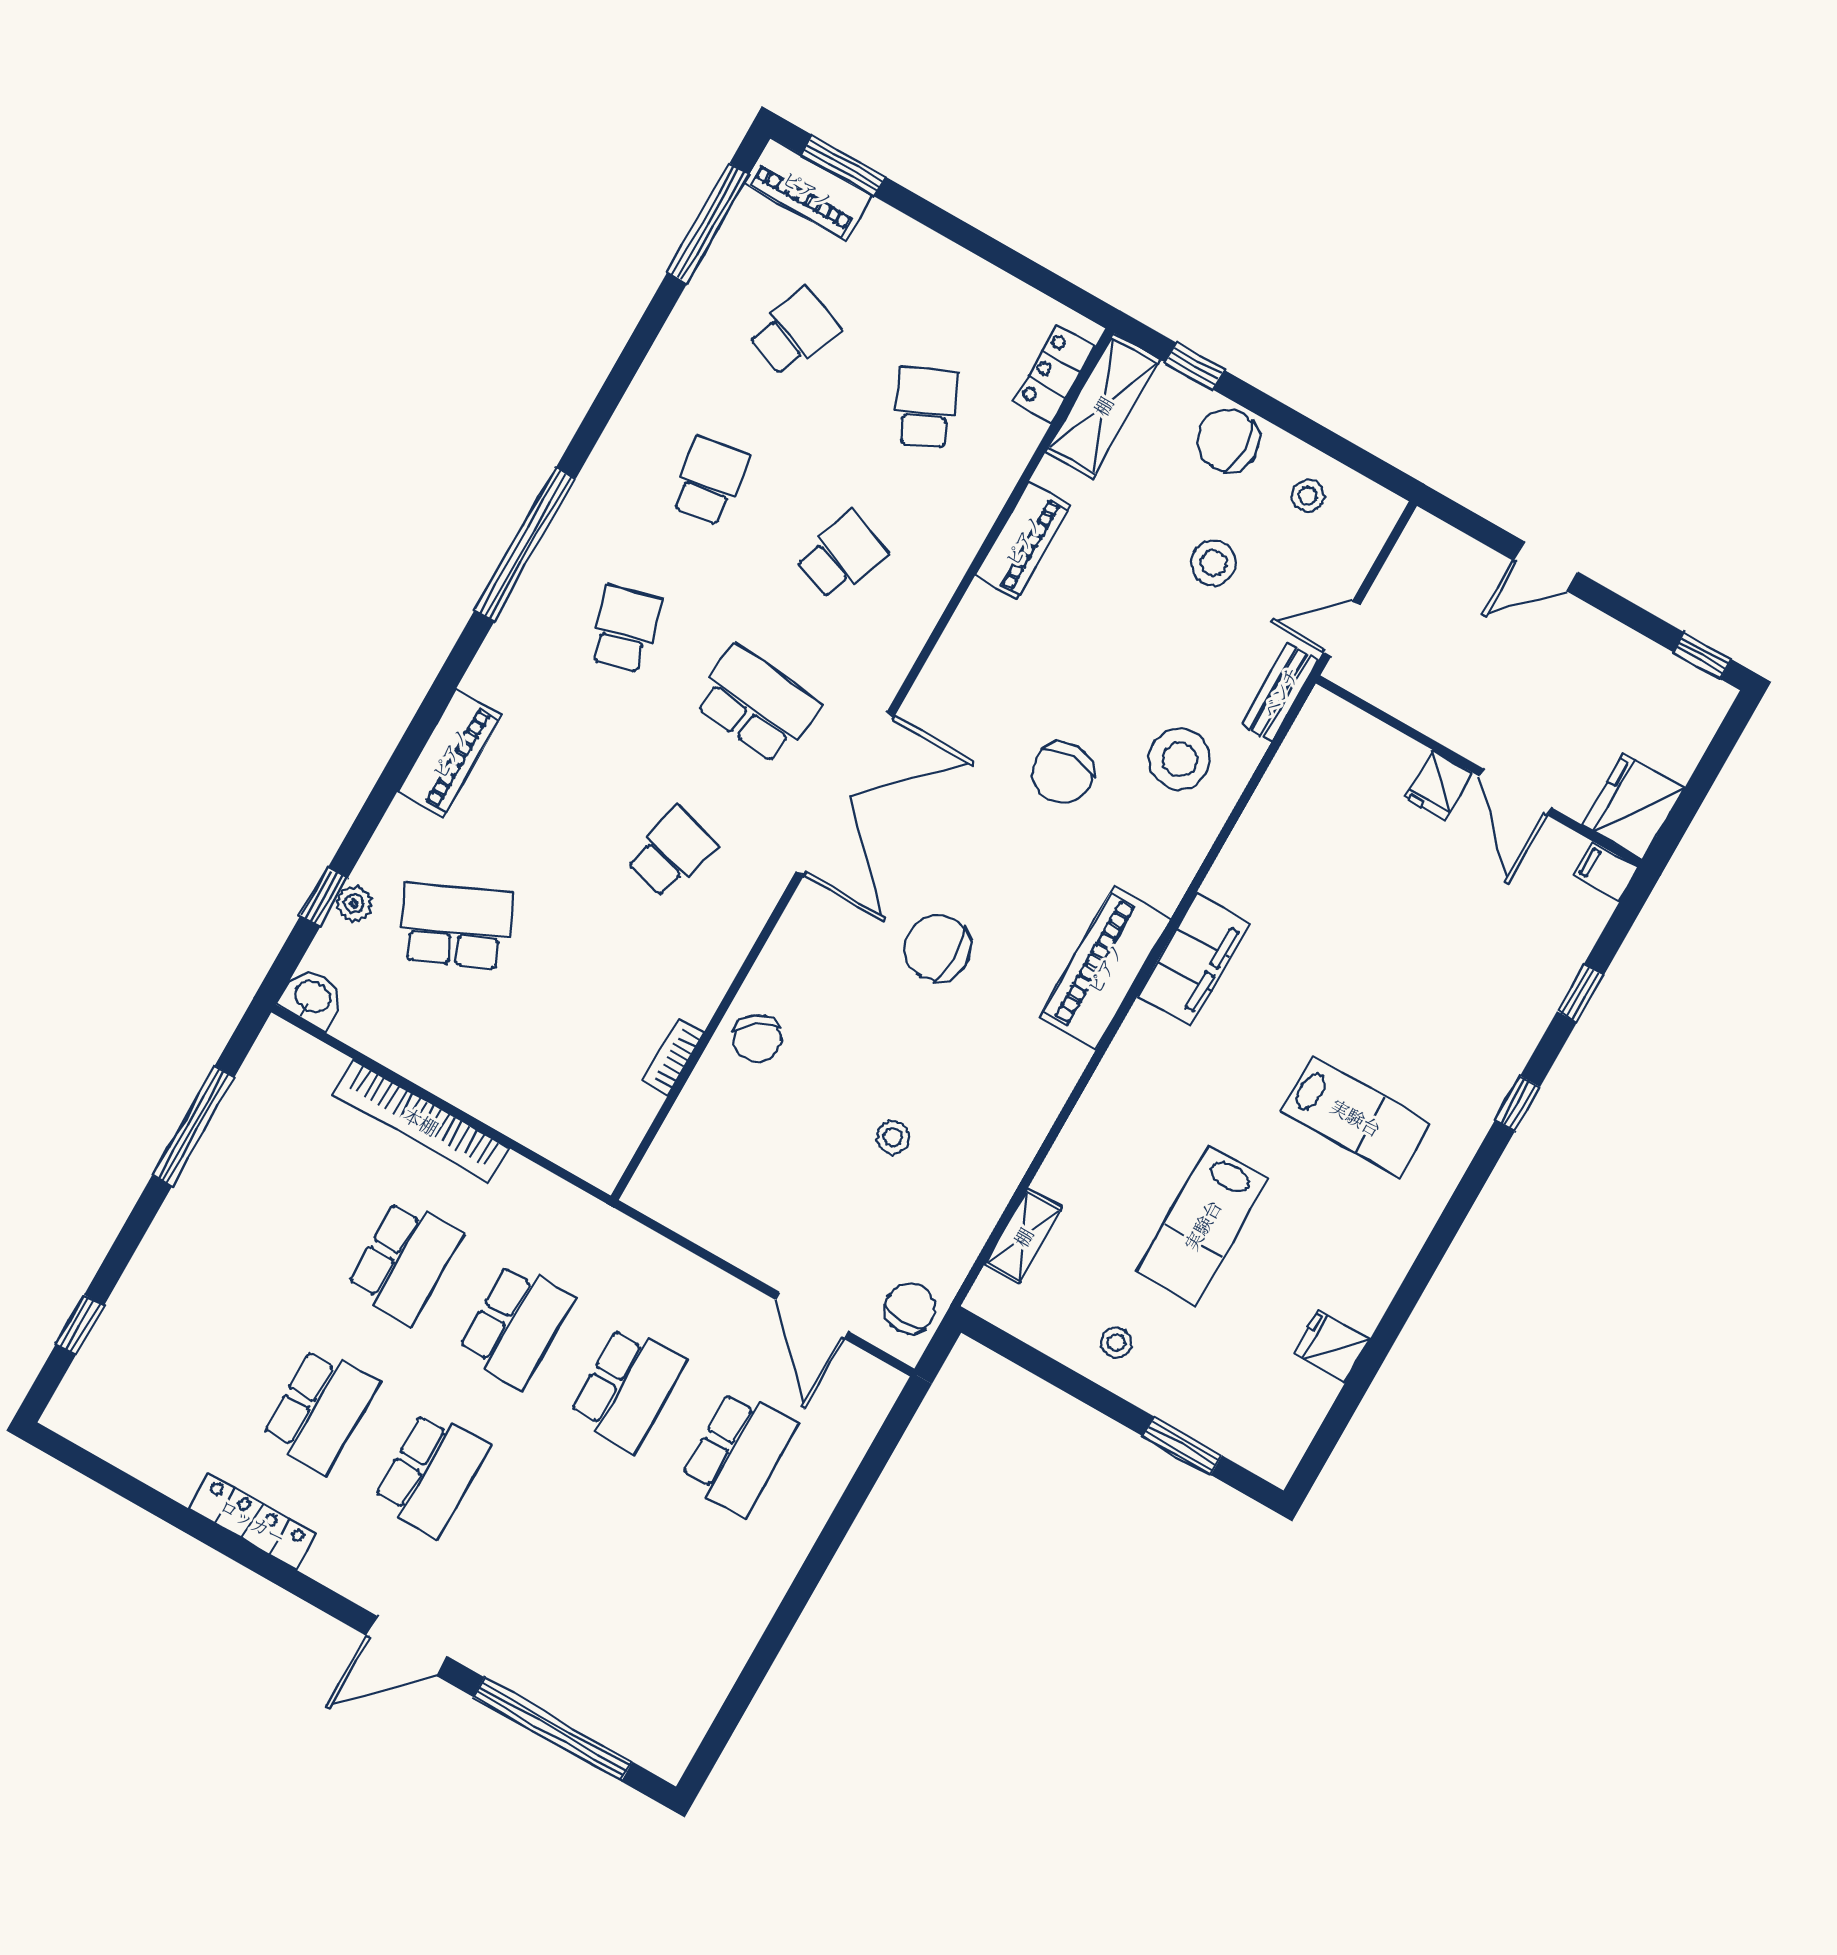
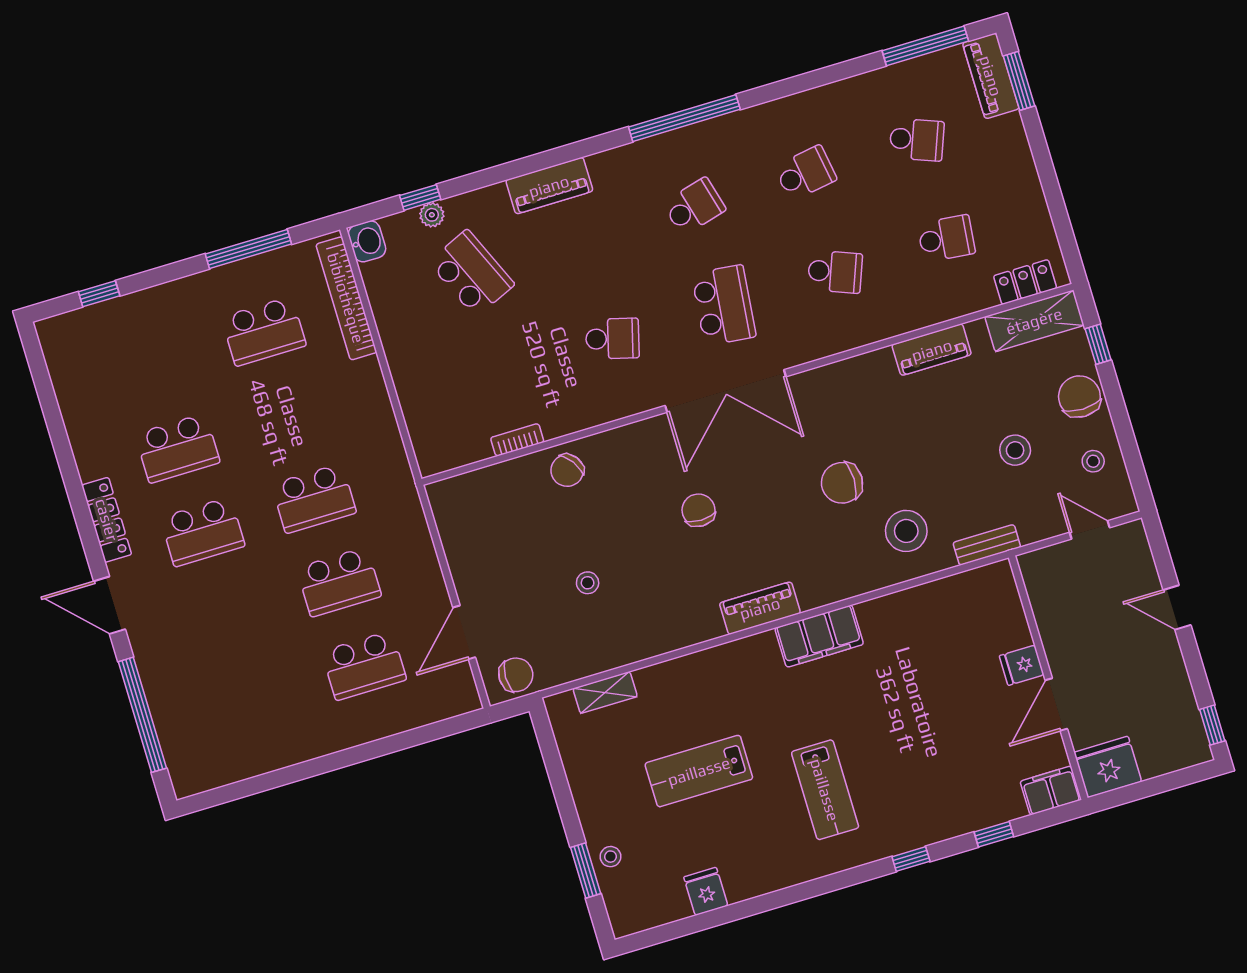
school desk: (926, 407) -> (946, 238), turned 30
door: (1342, 629) -> (1090, 530), moved
filing cabinet: (1606, 872) -> (1051, 790), width x2.00
chair: (937, 948) -> (698, 510), width x0.73, depth x0.73
piano: (1105, 968) -> (760, 608), width x0.73, depth x0.75
bookcase: (421, 1121) -> (346, 298), moved
school desk: (405, 1262) -> (264, 331), moved
stool: (1116, 1343) -> (611, 857), moved
locker: (253, 1521) -> (107, 520), moved

